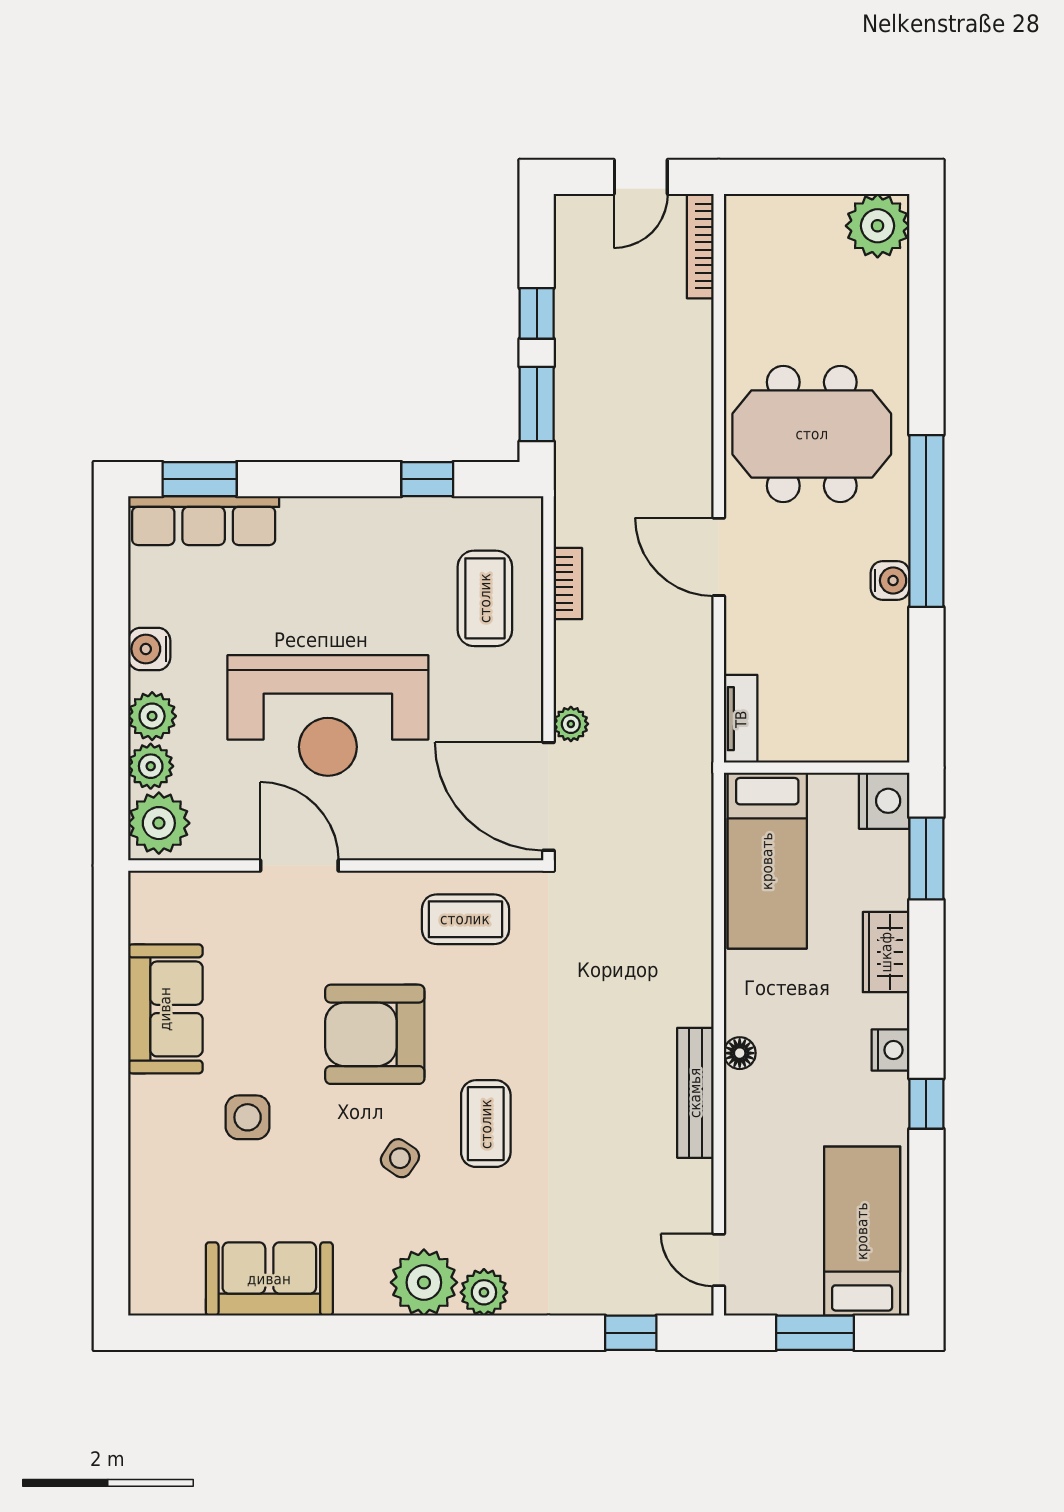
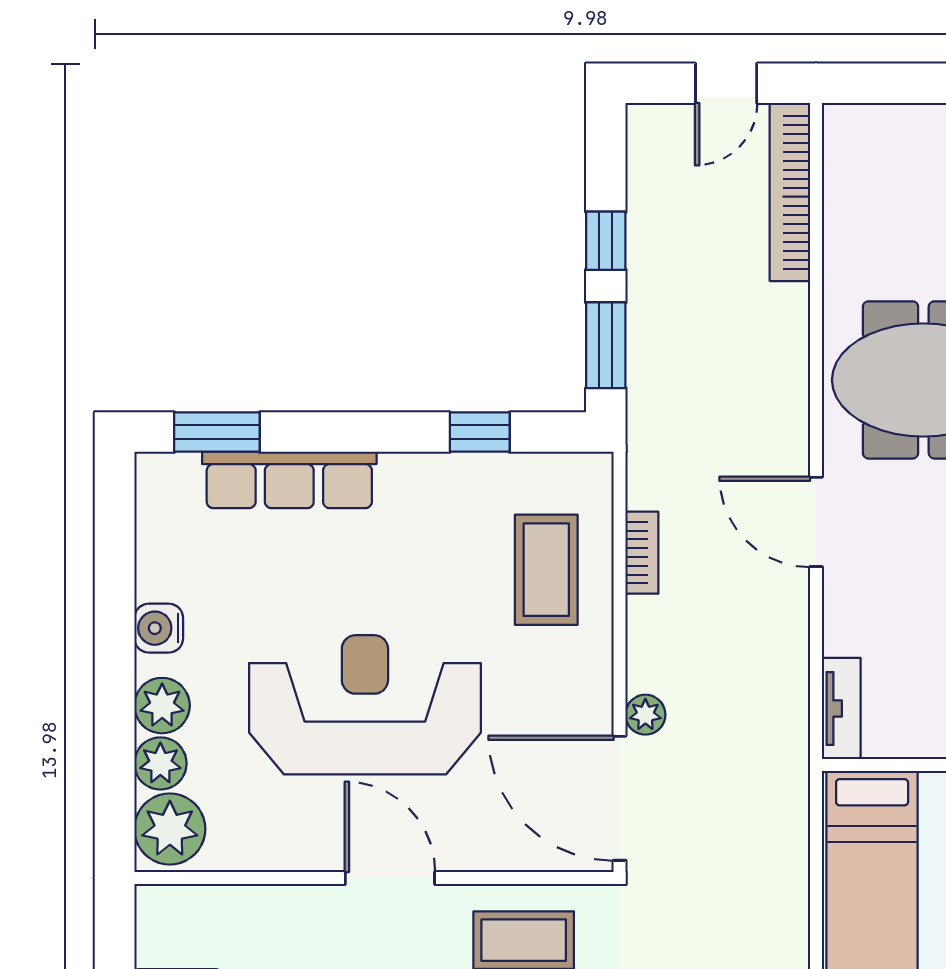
bookcase: (700, 246) -> (790, 192), width x1.48, depth x1.31
row of seats: (204, 521) -> (289, 480), moved
reception desk: (328, 715) -> (365, 705), turned 180
door: (299, 865) -> (390, 878), moved

